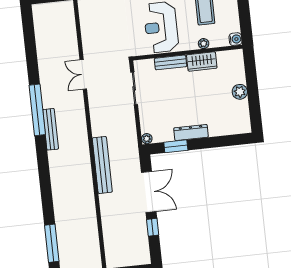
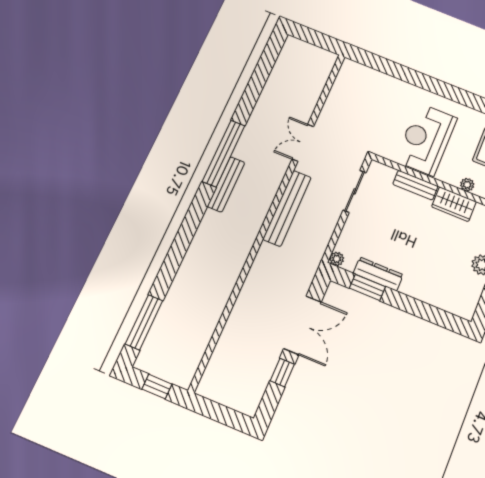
dresser: (191, 132) -> (378, 274), moved
bench: (102, 165) -> (287, 208), moved

